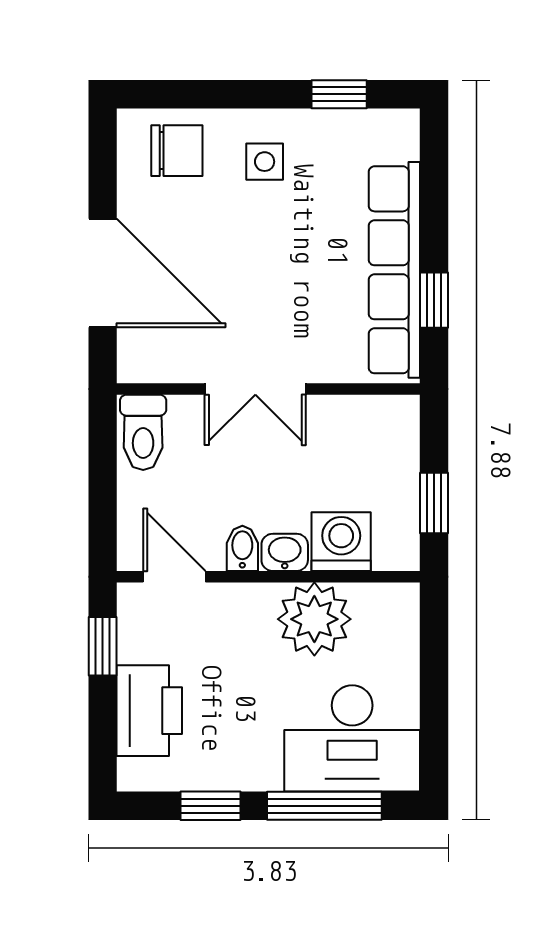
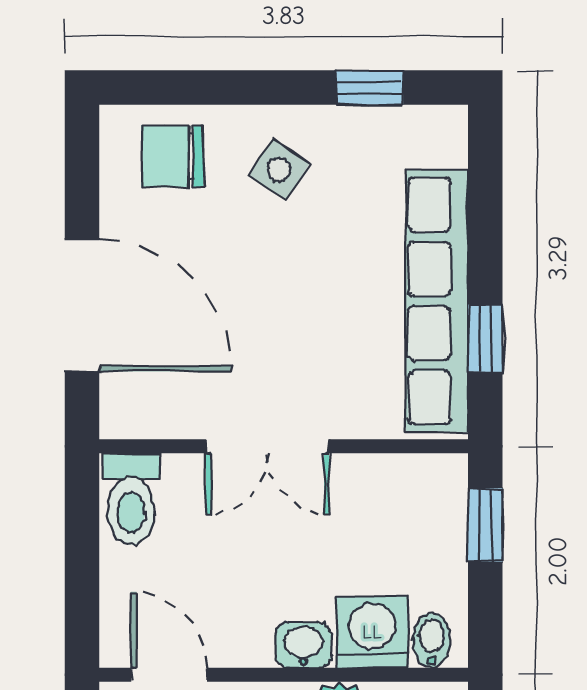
chair: (177, 151) -> (172, 156), turned 180
side table: (265, 162) -> (279, 170), turned 33
window: (434, 503) -> (485, 525), moved
bidet: (242, 548) -> (431, 640), moved

